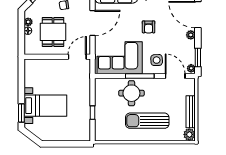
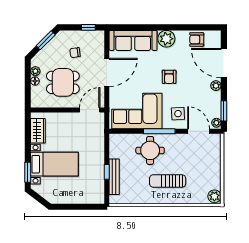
dining table: (53, 32) -> (63, 82), turned 90
wardrobe: (31, 76) -> (38, 131), added
bench: (191, 112) -> (114, 177), moved
sun lounger: (147, 121) -> (168, 181), width x0.73, depth x0.75

